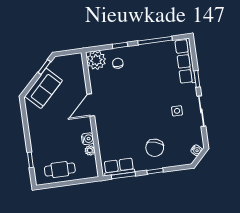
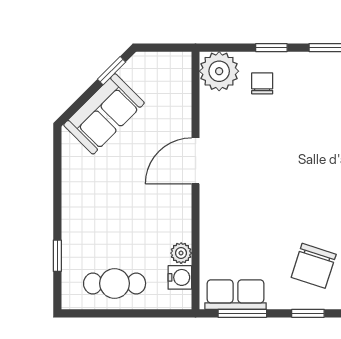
water cooler: (88, 139) -> (180, 277), moved

